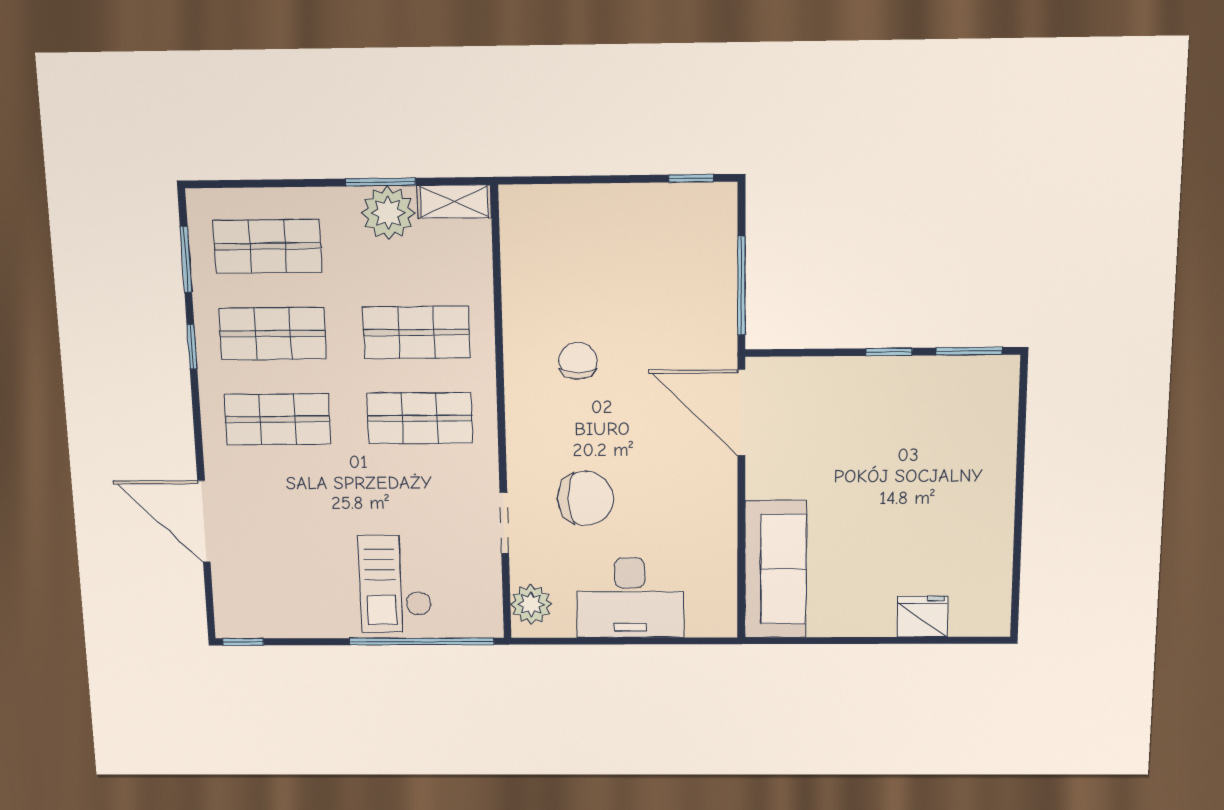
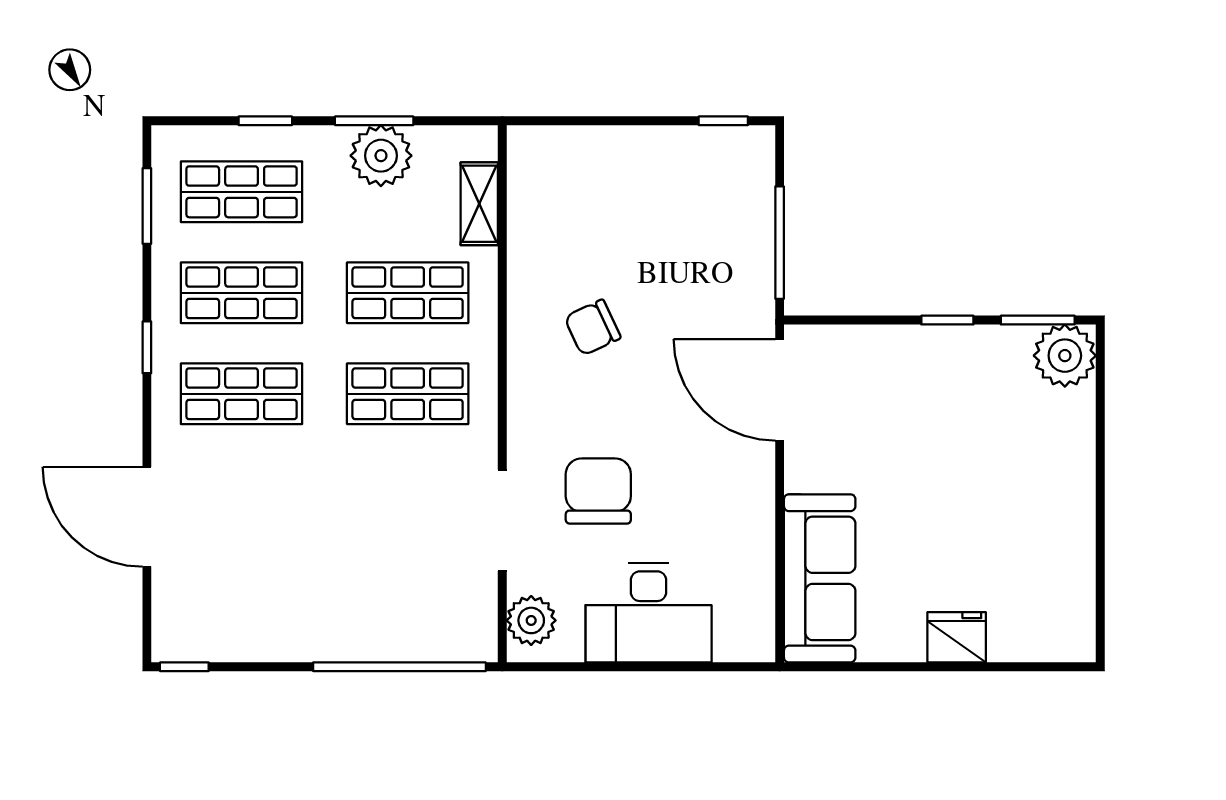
window: (285, 183) -> (265, 121), added
shelving: (454, 202) -> (479, 204), moved, turned 90
window: (192, 347) -> (147, 347), moved
chair: (578, 361) -> (593, 328), turned -115
plant: (992, 382) -> (1065, 356), added
chair: (586, 498) -> (598, 491), turned -90
doorway: (504, 523) -> (502, 520), width x1.38
checkout: (395, 584) -> (370, 595), removed
fridge: (923, 617) -> (957, 637), moved

